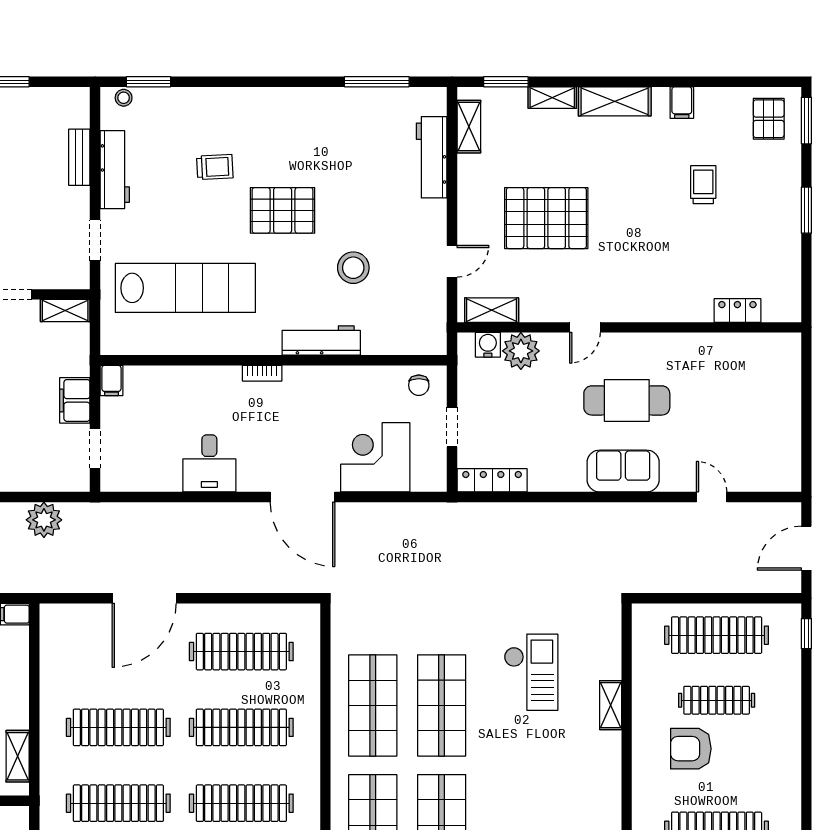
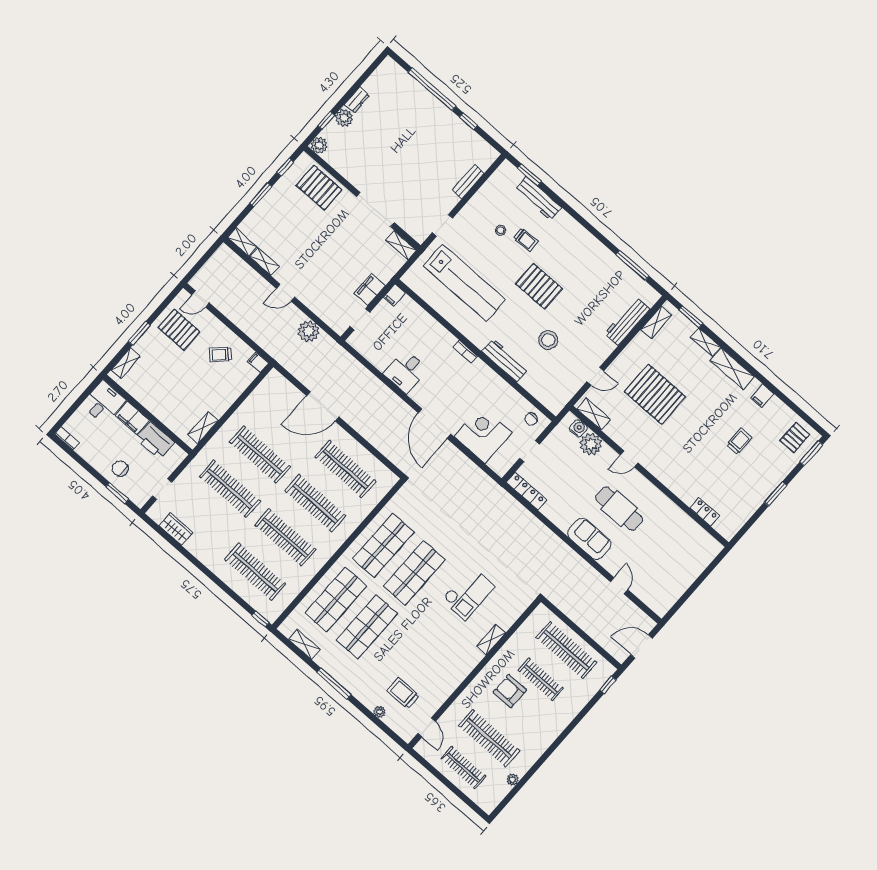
stool: (124, 98) -> (500, 230), moved
workbench: (115, 170) -> (538, 199), moved, turned 90

